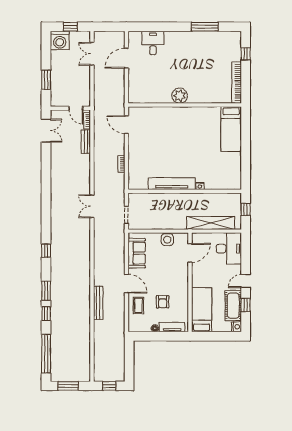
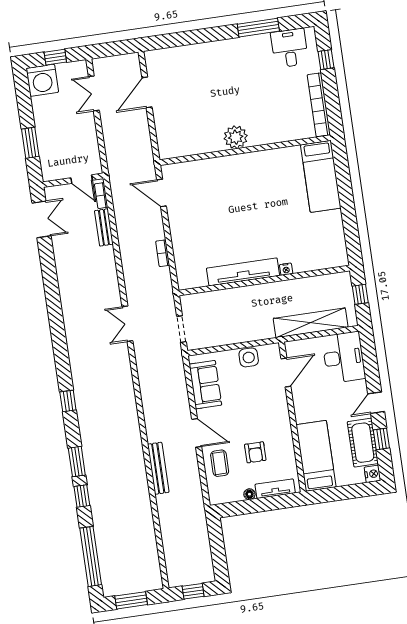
desk: (153, 43) -> (290, 48), moved

